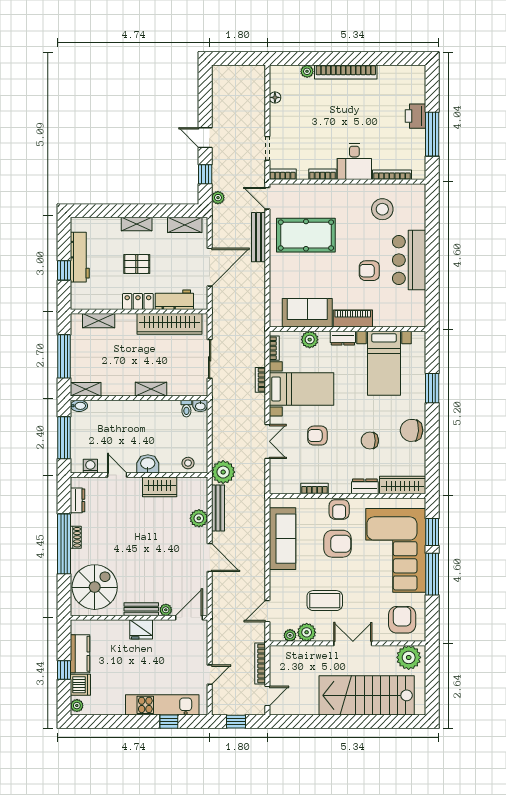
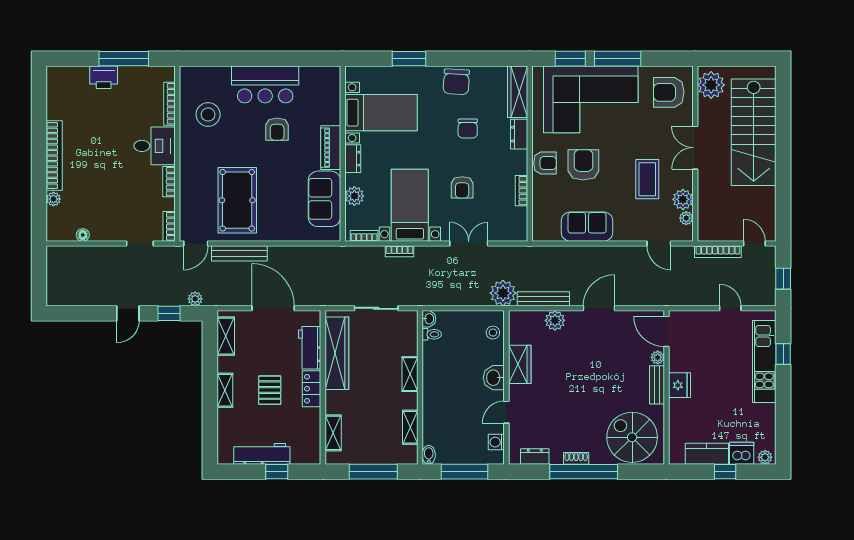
shelving: (86, 389) -> (410, 427), moved
sofa: (282, 539) -> (587, 227), width x0.73

